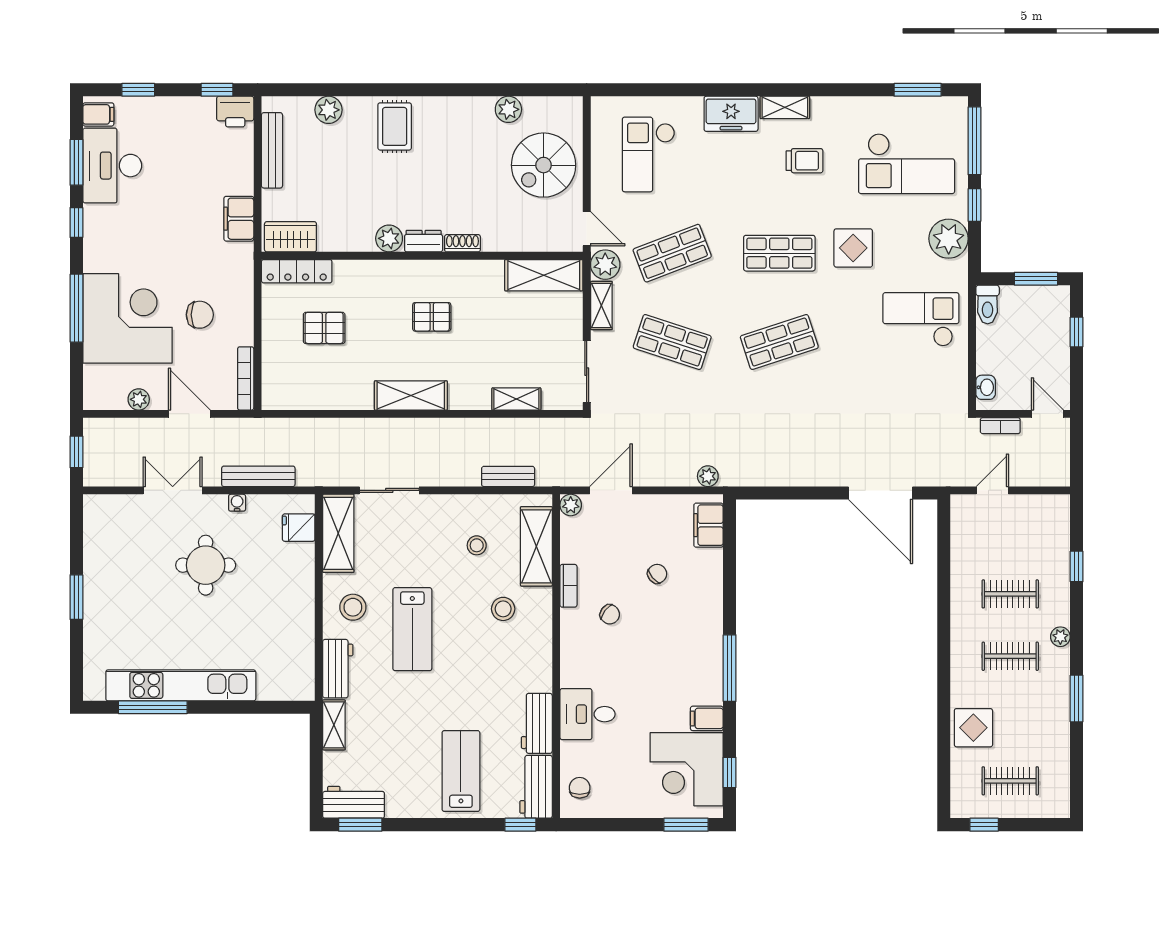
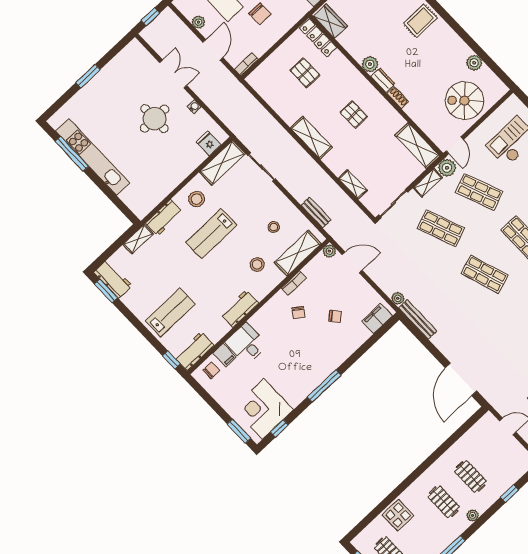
shop shelf: (672, 342) -> (441, 228), turned -39
bookcase: (246, 378) -> (246, 64), width x0.64
bench: (258, 476) -> (418, 319), moved
filing cabinet: (707, 718) -> (225, 355), moved, turned 180
workbench: (537, 723) -> (240, 309), moved

